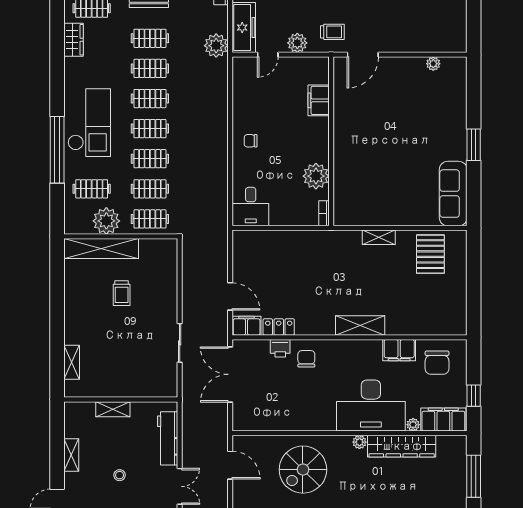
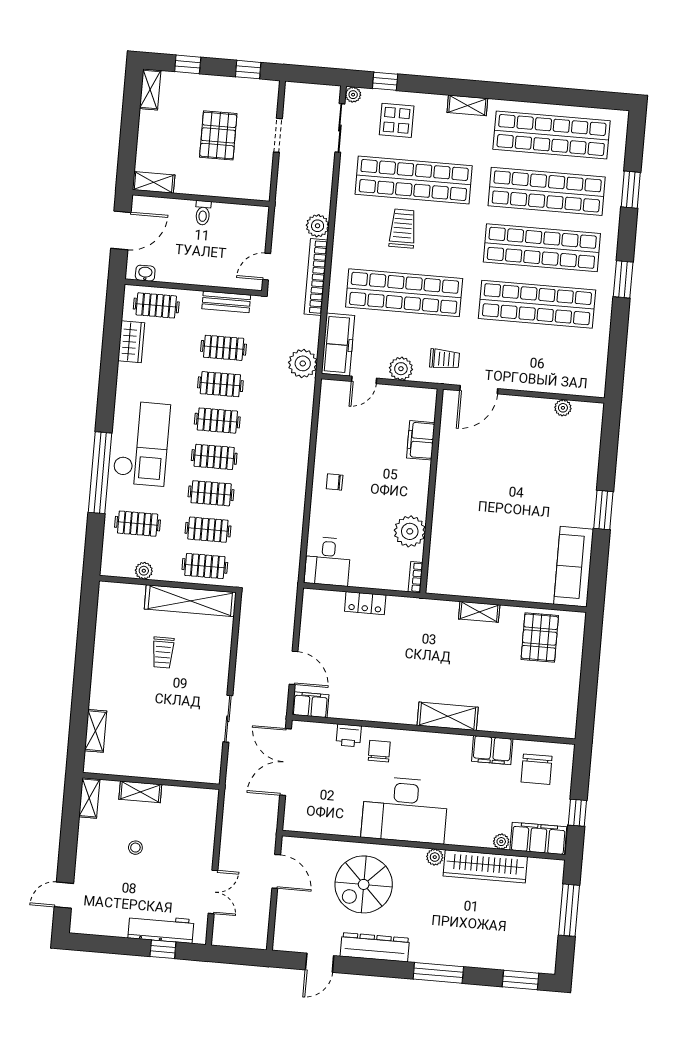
plant: (106, 221) -> (144, 571), width x0.53, depth x0.53
shelving: (101, 249) -> (190, 601), moved
locker: (279, 327) -> (365, 603), moved, turned 180
desk: (371, 405) -> (405, 810), moved
workbench: (168, 438) -> (203, 833), removed
shelving: (71, 455) -> (89, 798), moved
stool: (120, 475) -> (135, 848), moved

